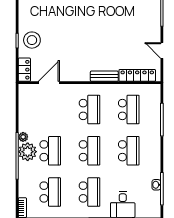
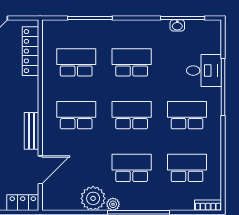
bench: (104, 76) -> (31, 131), moved
door: (49, 83) -> (40, 170), swing flipped
plant: (28, 152) -> (93, 198), moved

